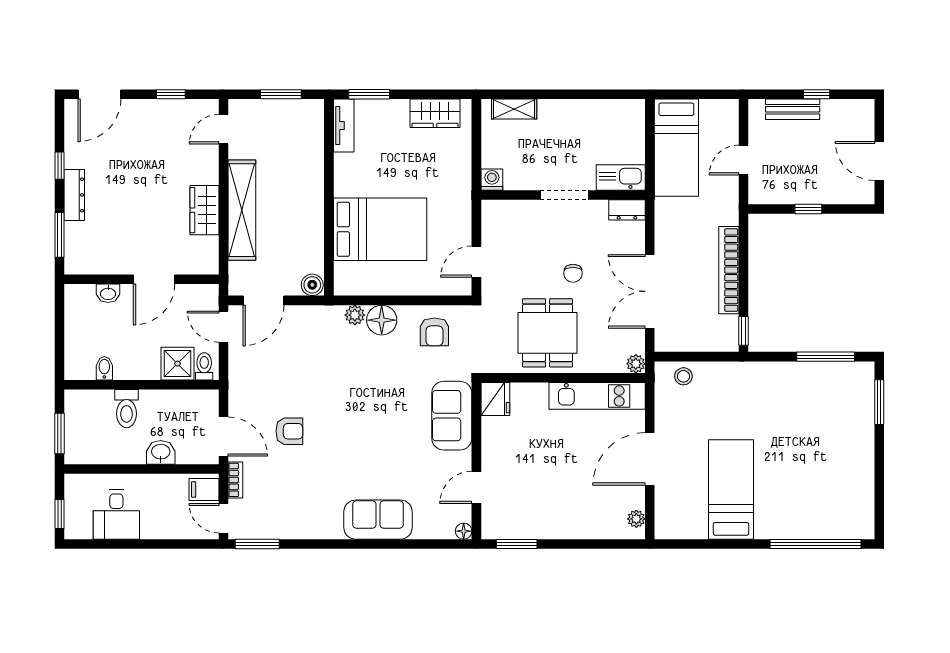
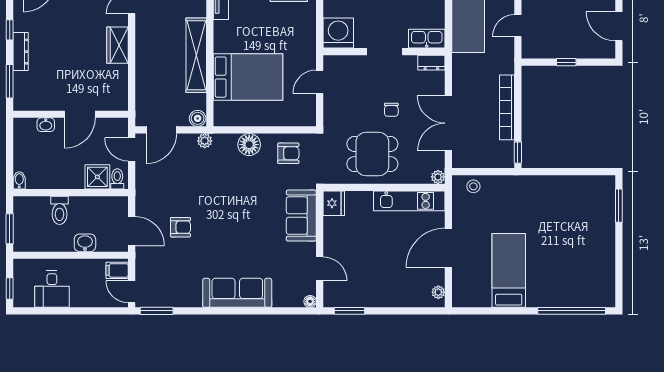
washing machine: (492, 180) -> (338, 33), width x1.89, depth x1.89
wardrobe: (204, 210) -> (117, 45), moved
shelving: (242, 210) -> (196, 55), moved
door: (476, 262) -> (320, 82), moved
plant: (355, 315) -> (205, 141), moved
armchair: (434, 332) -> (288, 153), turned -90
dining table: (548, 333) -> (372, 154), turned 90
window: (826, 357) -> (579, 172), removed
bidet: (104, 368) -> (19, 180), moved
bookcase: (235, 480) -> (140, 263), removed
door: (476, 487) -> (320, 269), swing flipped
sofa: (378, 520) -> (237, 293), width x1.36

